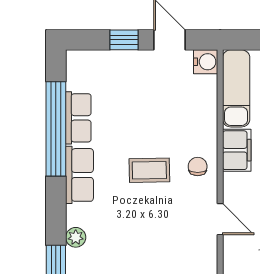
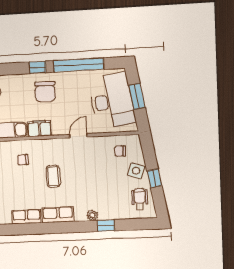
window: (56, 129) -> (33, 229), removed
chair: (198, 166) -> (23, 160), moved

